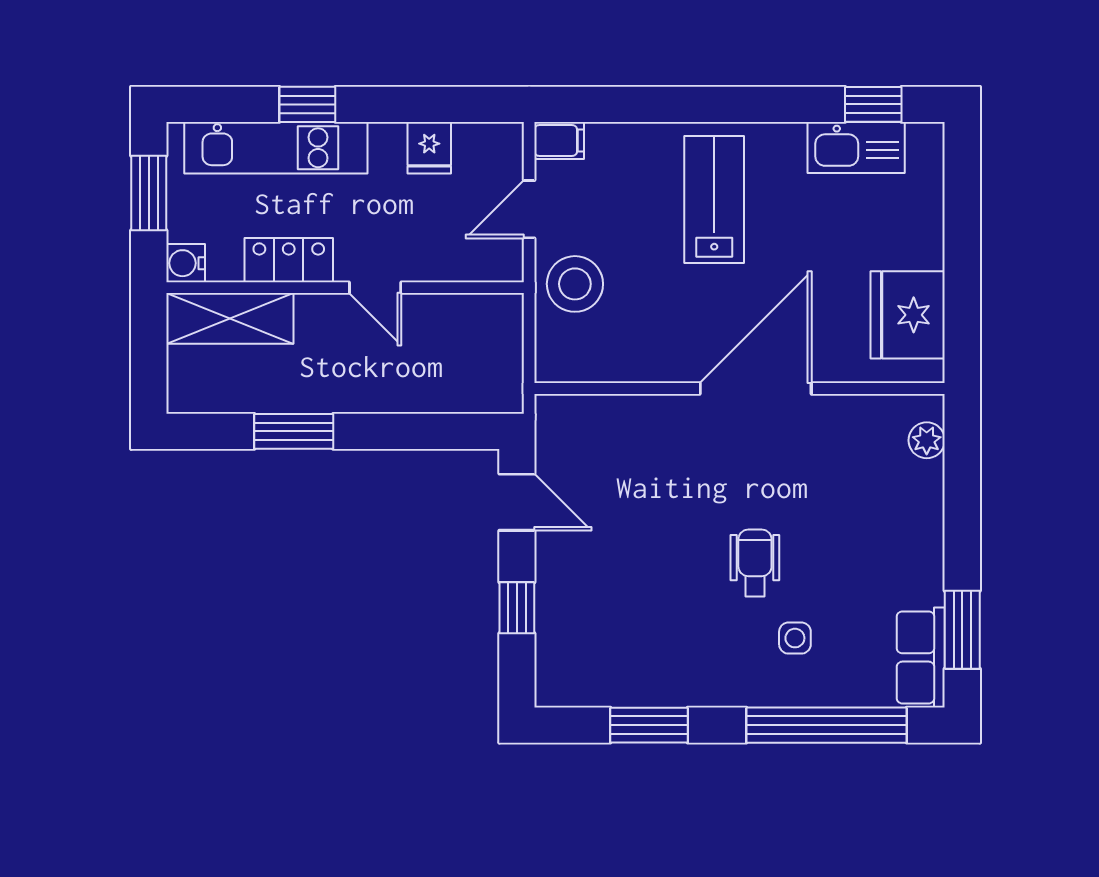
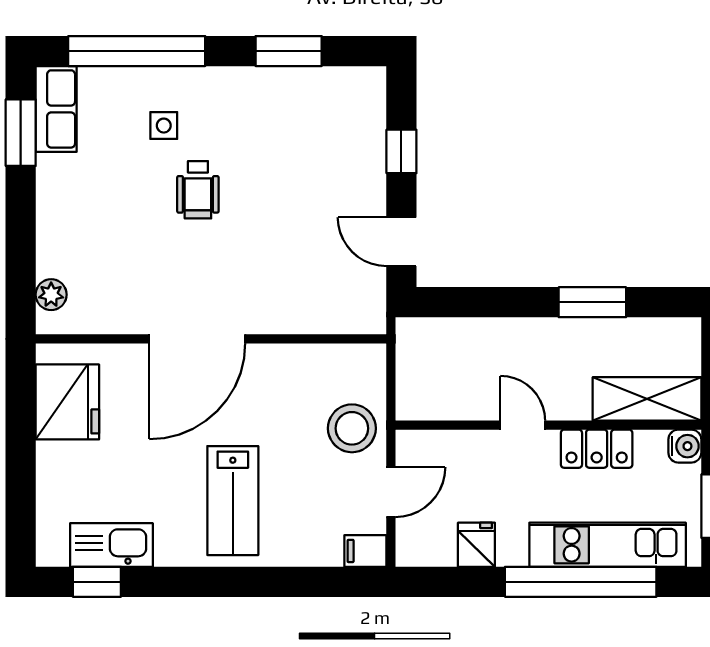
window: (307, 104) -> (581, 582), width x3.17

